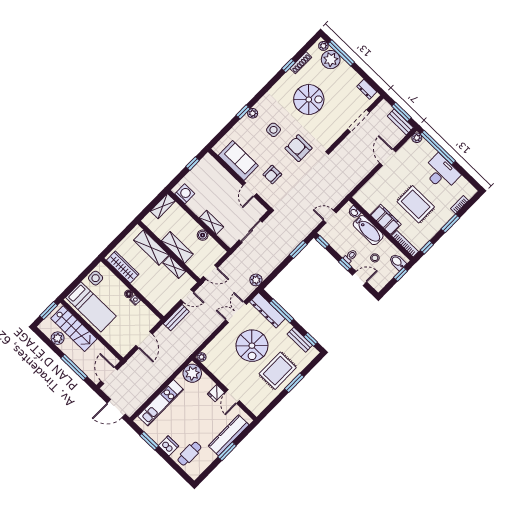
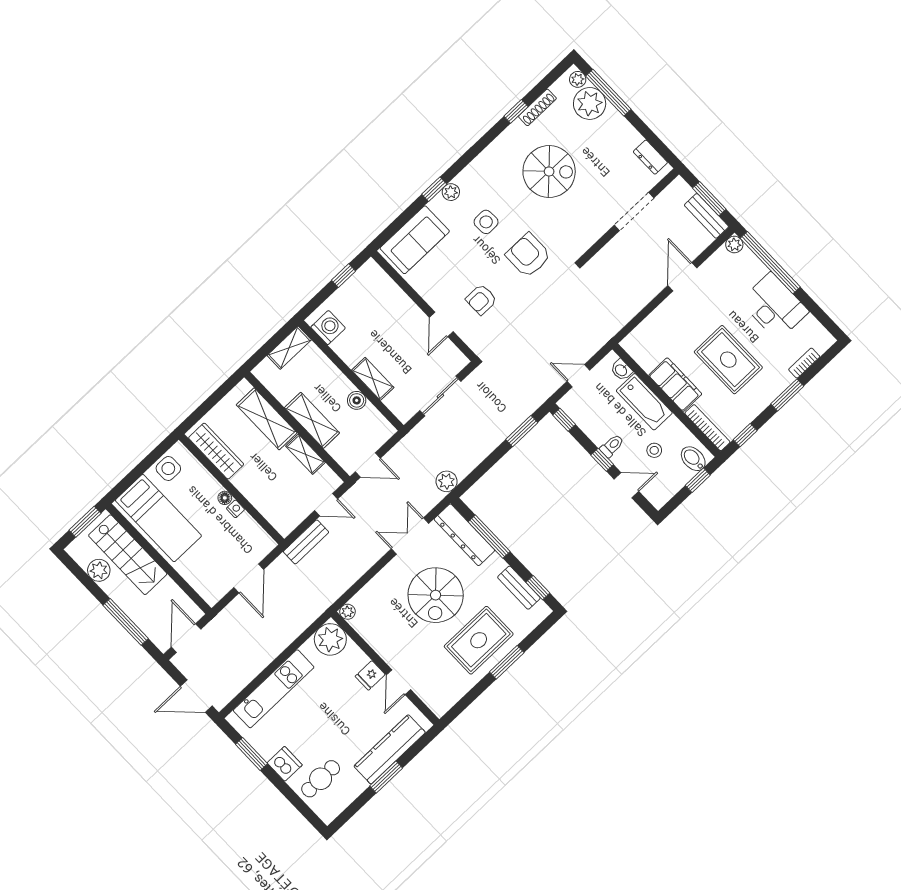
sofa: (238, 161) -> (415, 240), moved, turned 90

